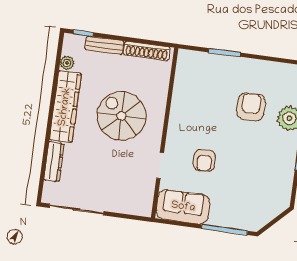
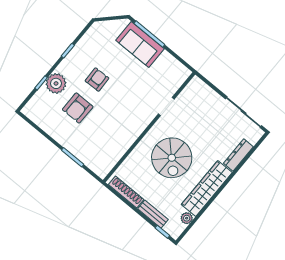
armchair: (204, 160) -> (97, 80), moved
sofa: (183, 207) -> (140, 45), moved

